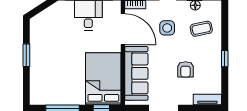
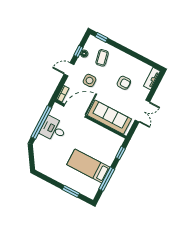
window: (26, 55) -> (71, 191), moved
window: (225, 59) -> (101, 37), moved
bed: (103, 79) -> (88, 166), moved, width x0.67

